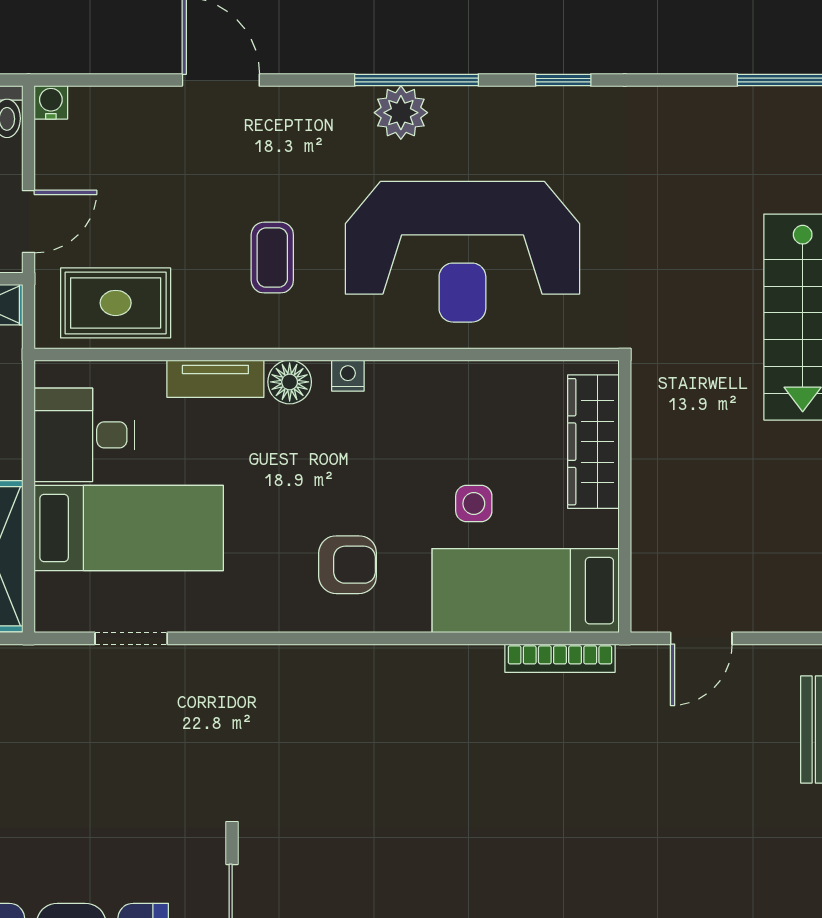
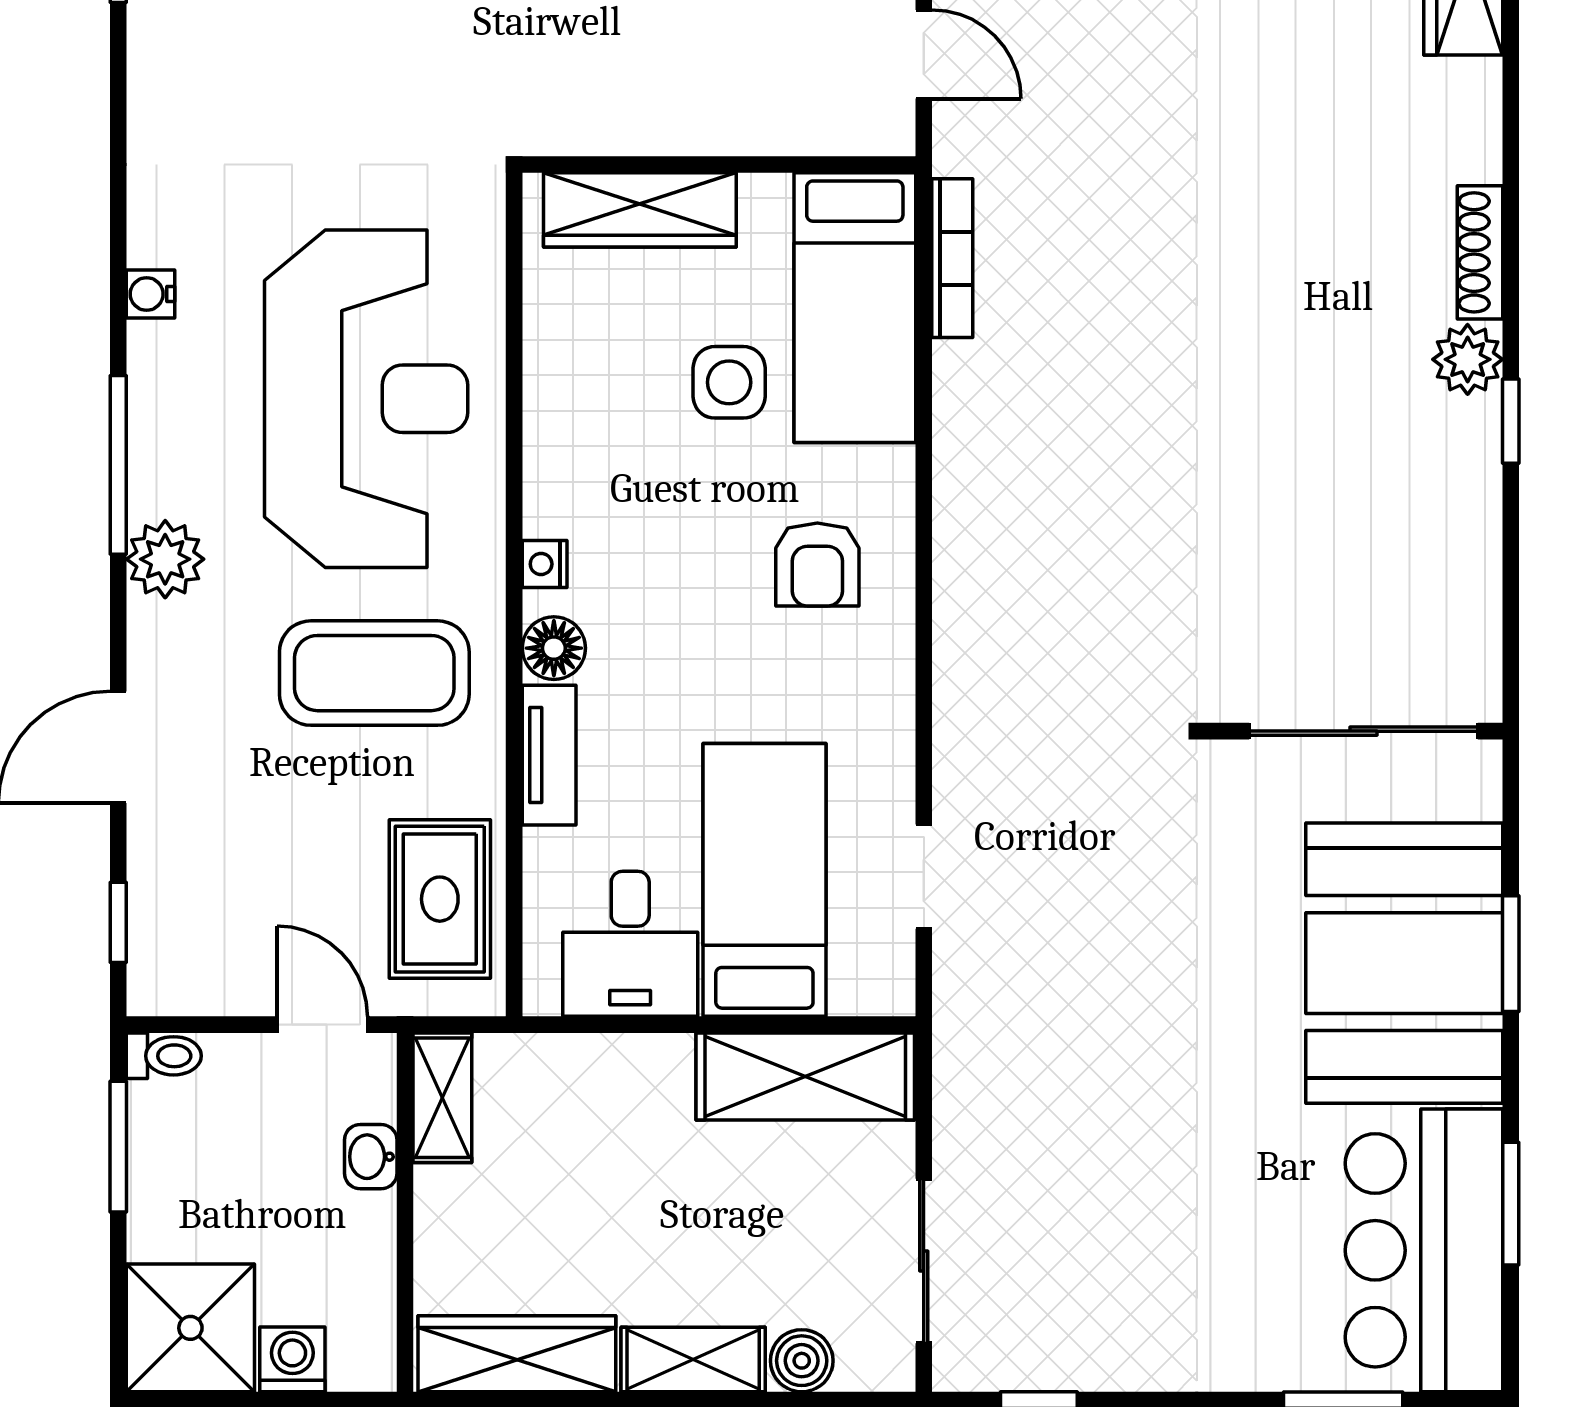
window: (563, 80) -> (118, 922), moved
water cooler: (51, 102) -> (150, 294), moved
plant: (401, 113) -> (165, 559), moved
coffee table: (272, 258) -> (374, 673), width x1.86, depth x1.72
side table: (474, 504) -> (729, 382), width x1.37, depth x1.37
armchair: (348, 565) -> (817, 564), turned 180

